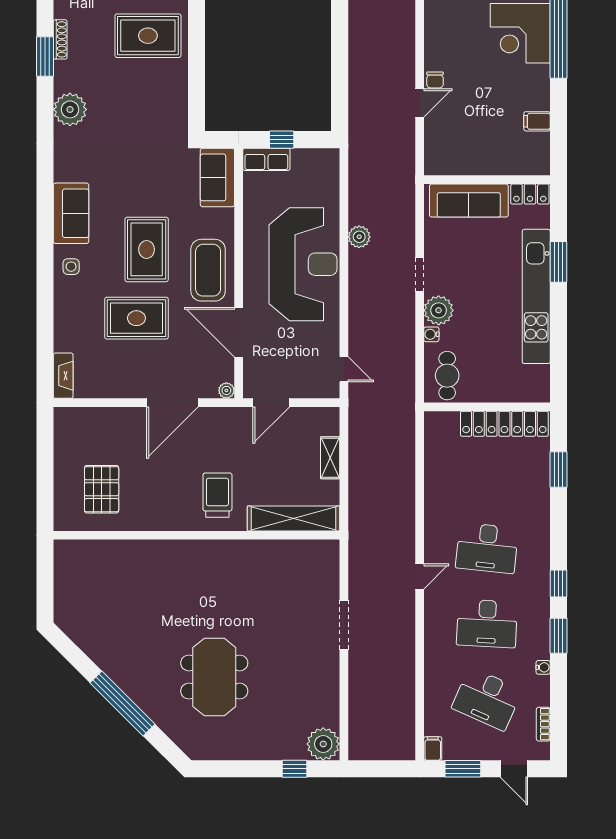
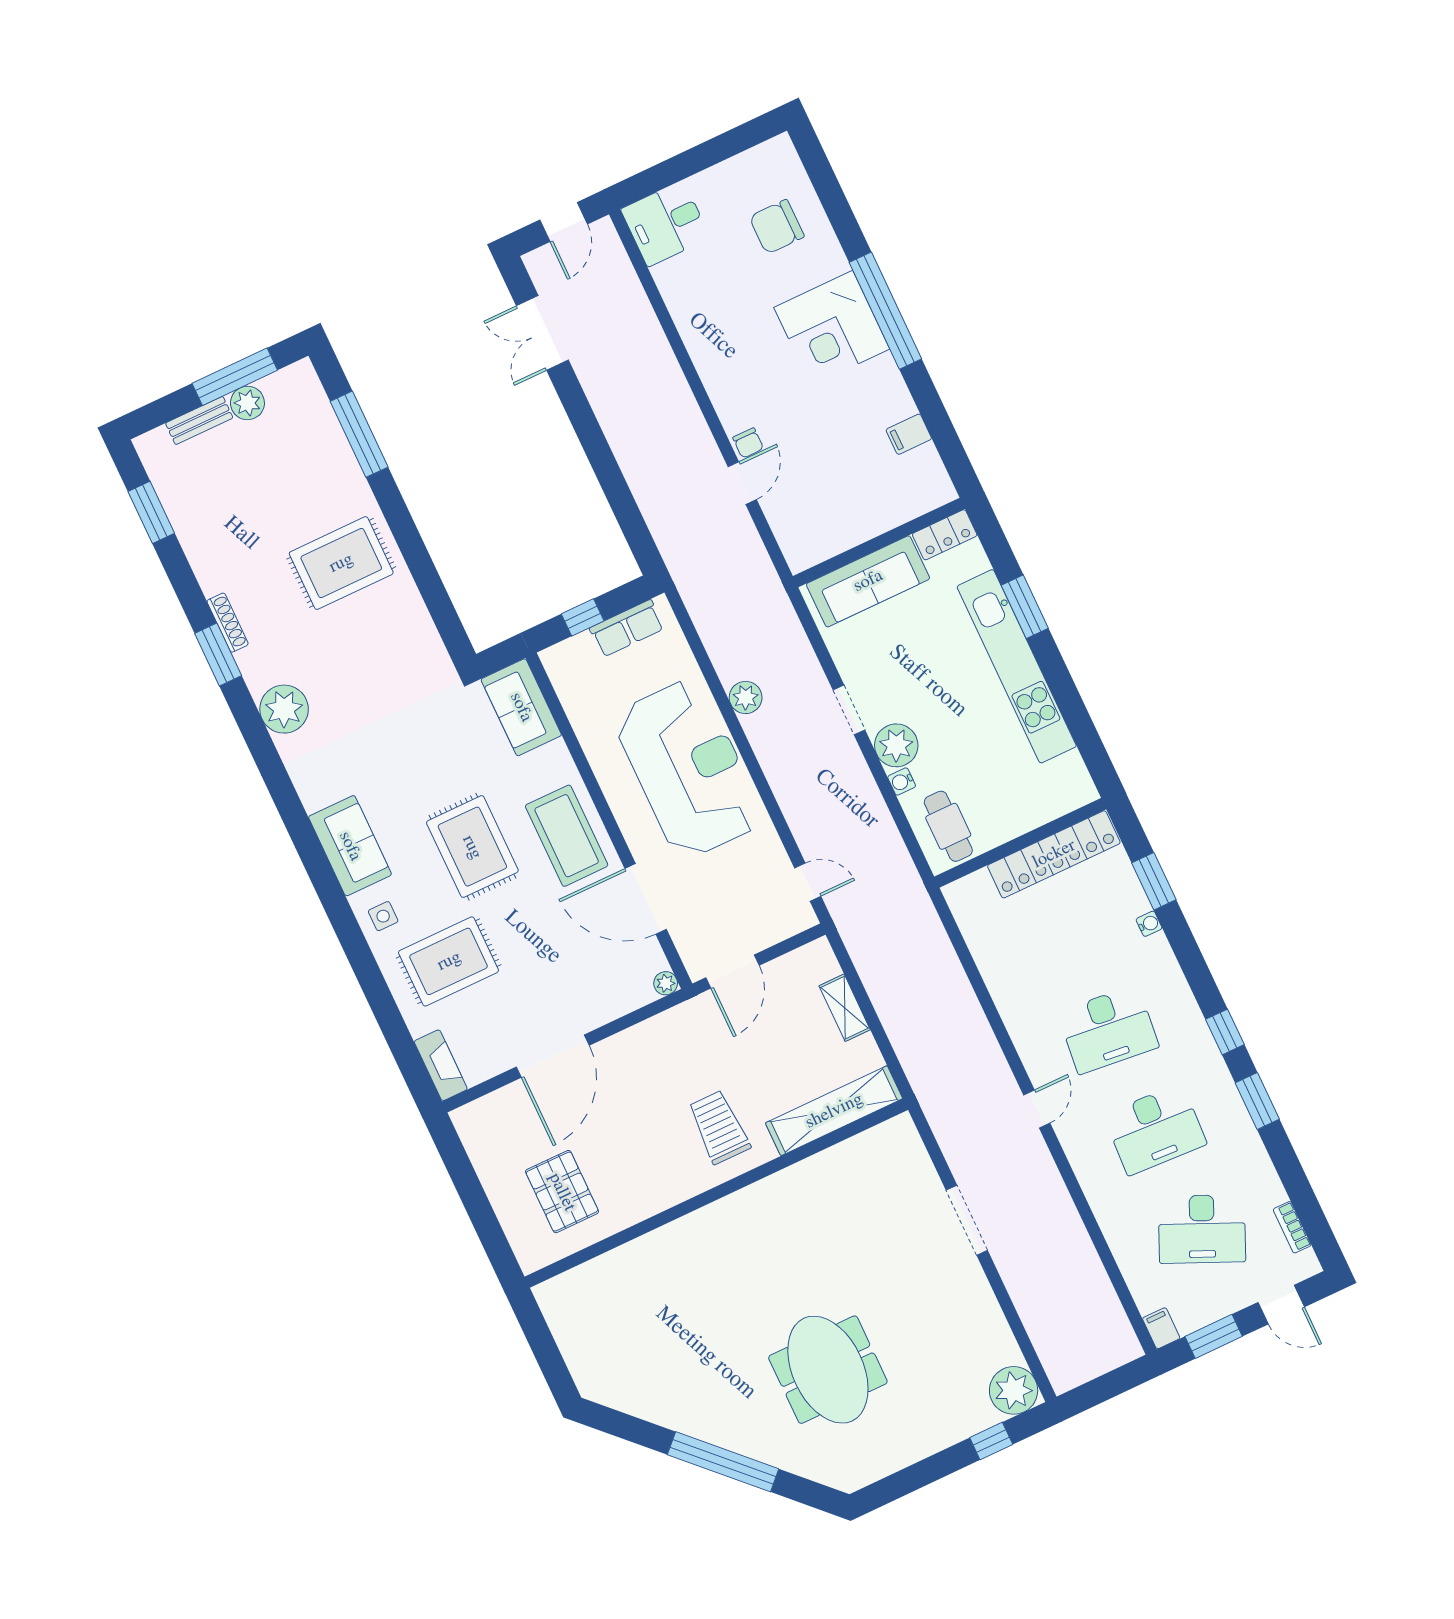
row of seats: (266, 159) -> (627, 628), moved
rug: (136, 318) -> (449, 961), moved
door: (172, 403) -> (553, 1056), moved
water cooler: (543, 667) -> (1149, 924), moved

